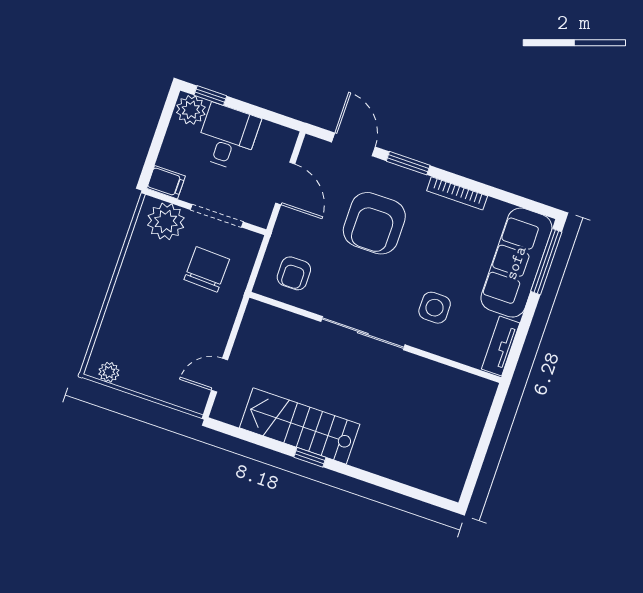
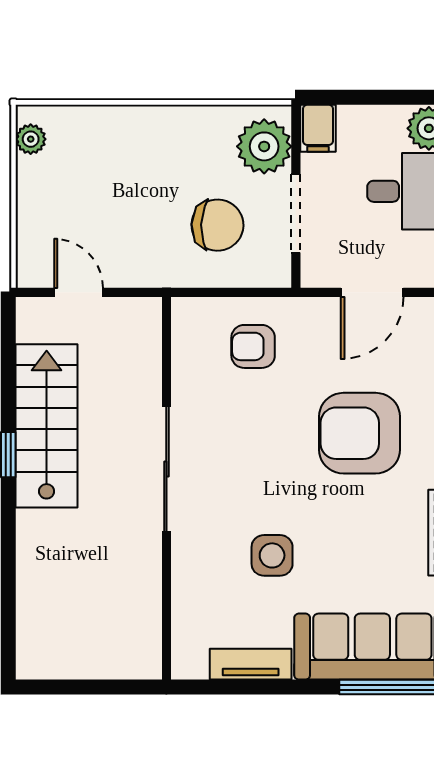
sliding door: (363, 333) -> (166, 469), moved
wall: (375, 337) -> (166, 488), moved

